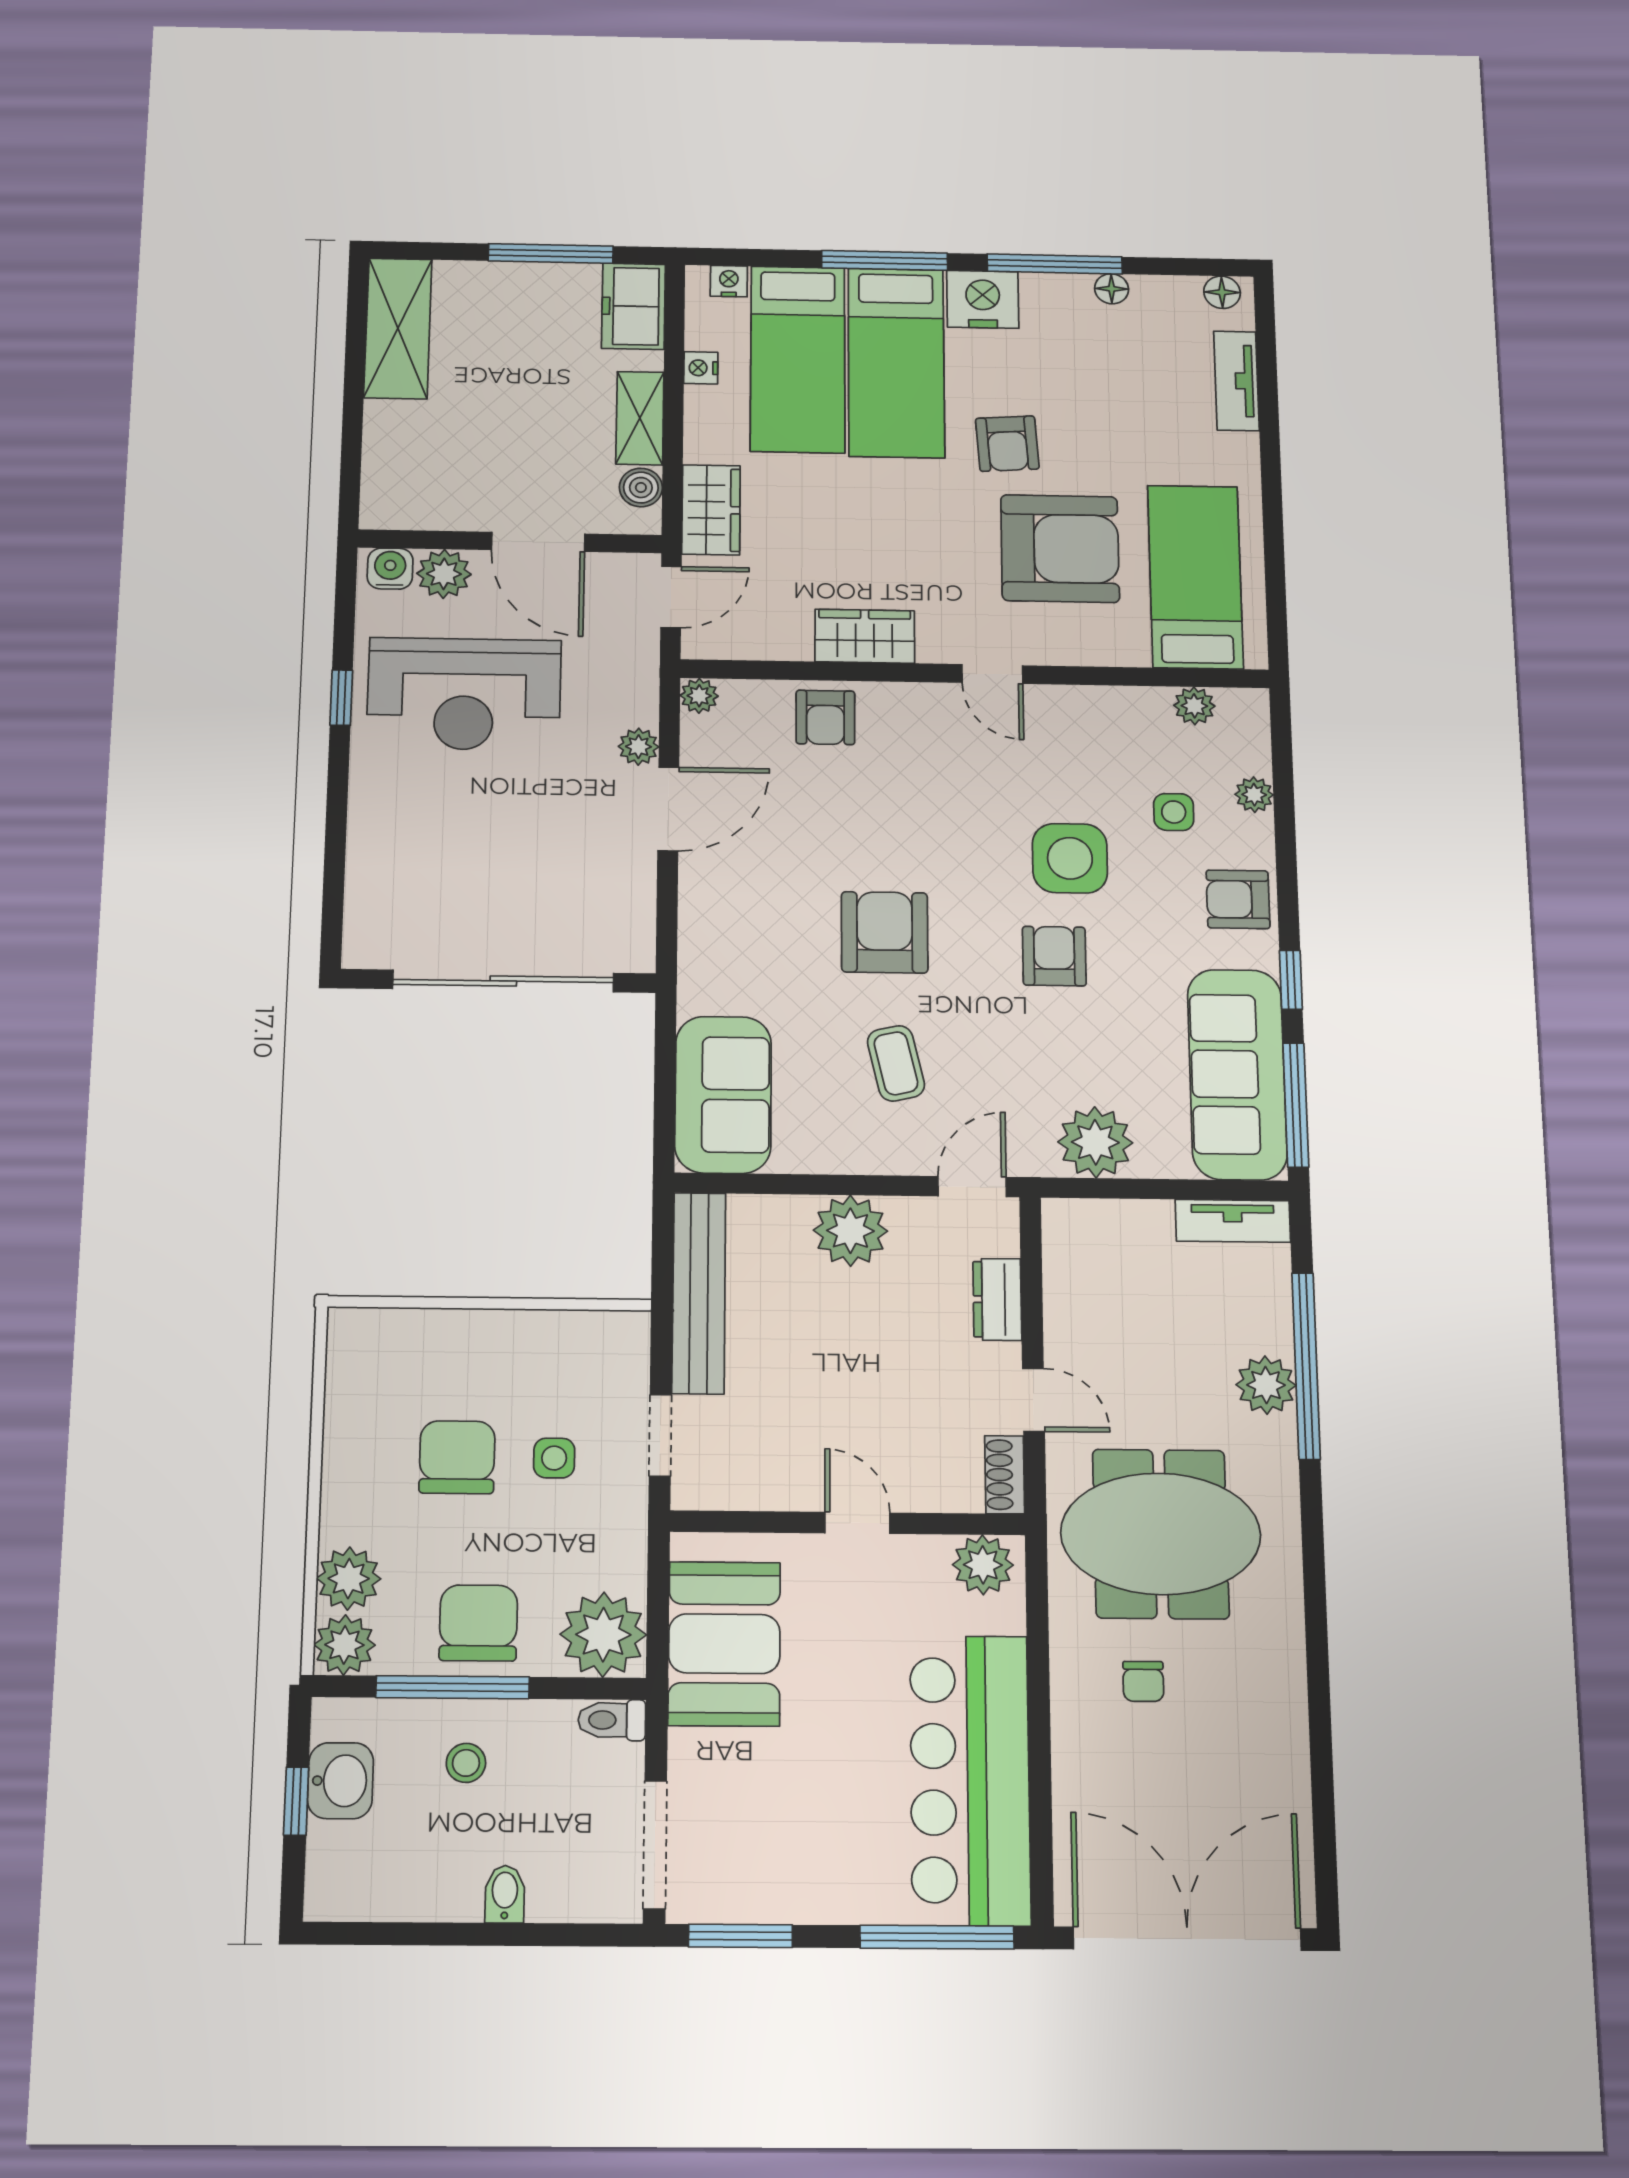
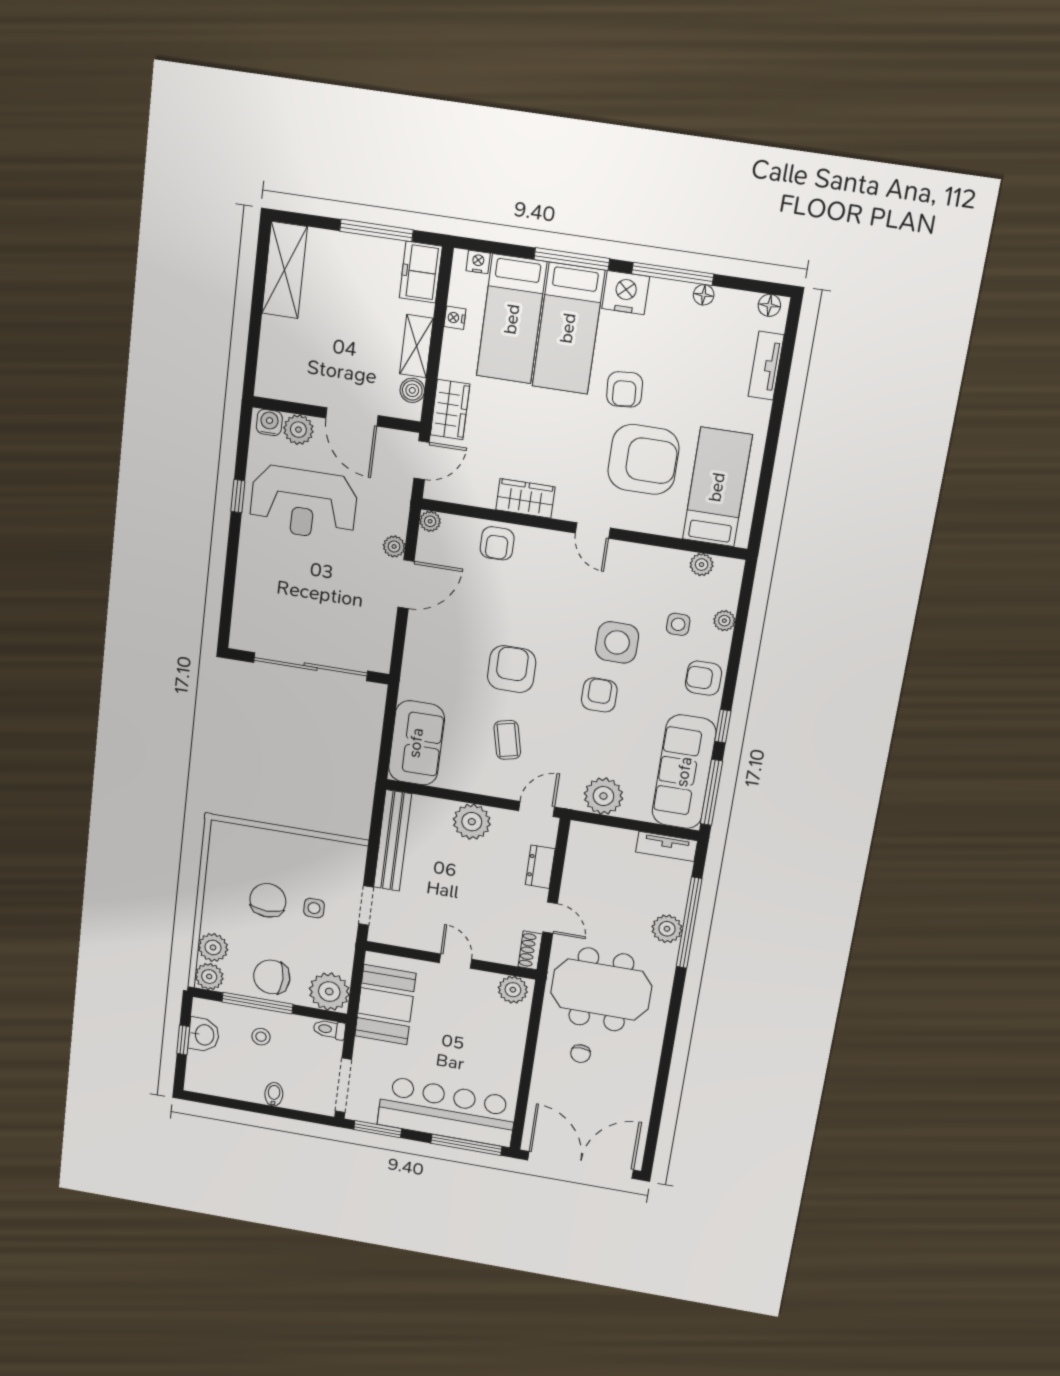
chair: (478, 1623) -> (272, 977), turned -90
bar counter: (970, 1780) -> (447, 1111), moved, turned 90

